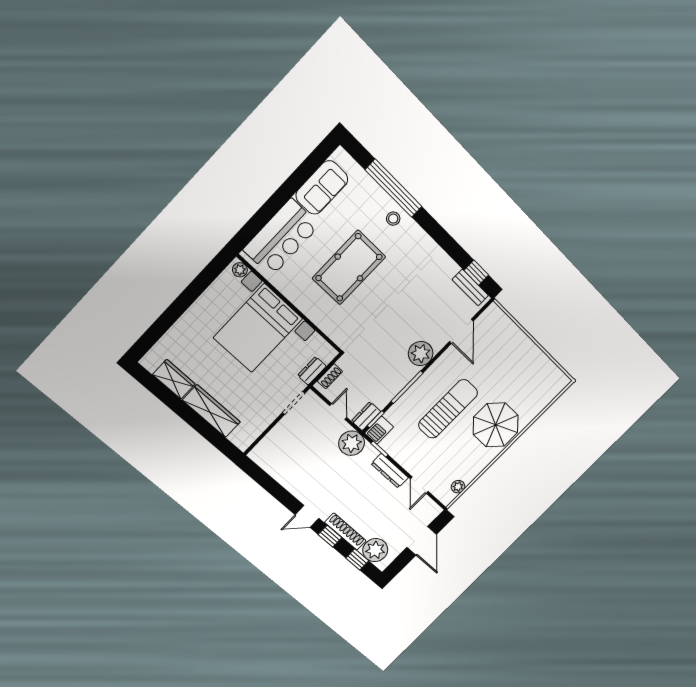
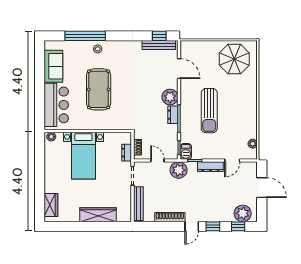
bench: (470, 288) -> (159, 45), width x1.36
bed with nightstands: (258, 328) -> (83, 156), width x0.73
wardrobe: (174, 379) -> (51, 205), moved, turned 90
sun lounger: (448, 409) -> (209, 111), turned 180
dresser: (366, 416) -> (173, 115), moved
parasol: (496, 425) -> (234, 59), moved
bench: (271, 440) -> (138, 204), added
door: (419, 485) -> (232, 161), hinge flipped
shoe rack: (345, 532) -> (170, 217), moved

